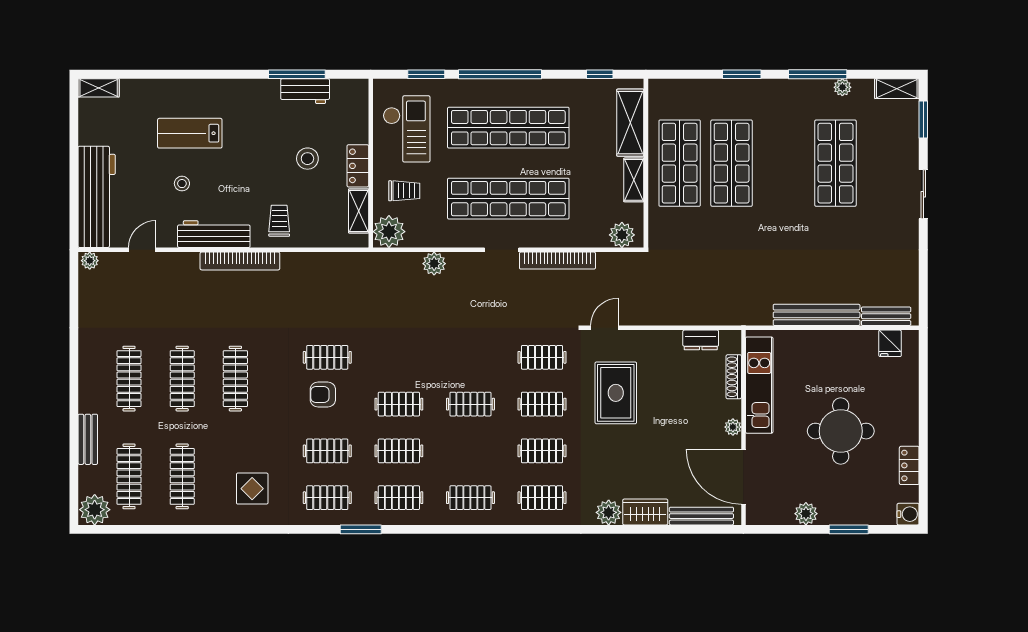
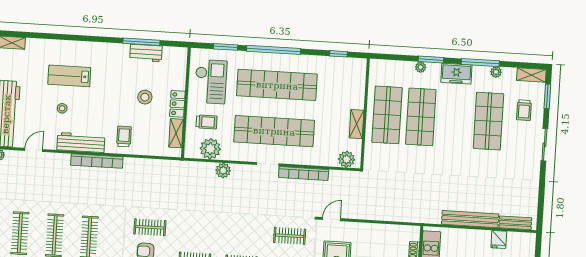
plant: (727, 87) -> (421, 67), added
freezer: (782, 94) -> (456, 74), added
shelving: (630, 123) -> (356, 87), removed
trolley: (889, 143) -> (524, 110), added
plant: (389, 232) -> (210, 149), moved
dresser: (701, 340) -> (394, 231), removed
fridge: (890, 343) -> (499, 239), moved

